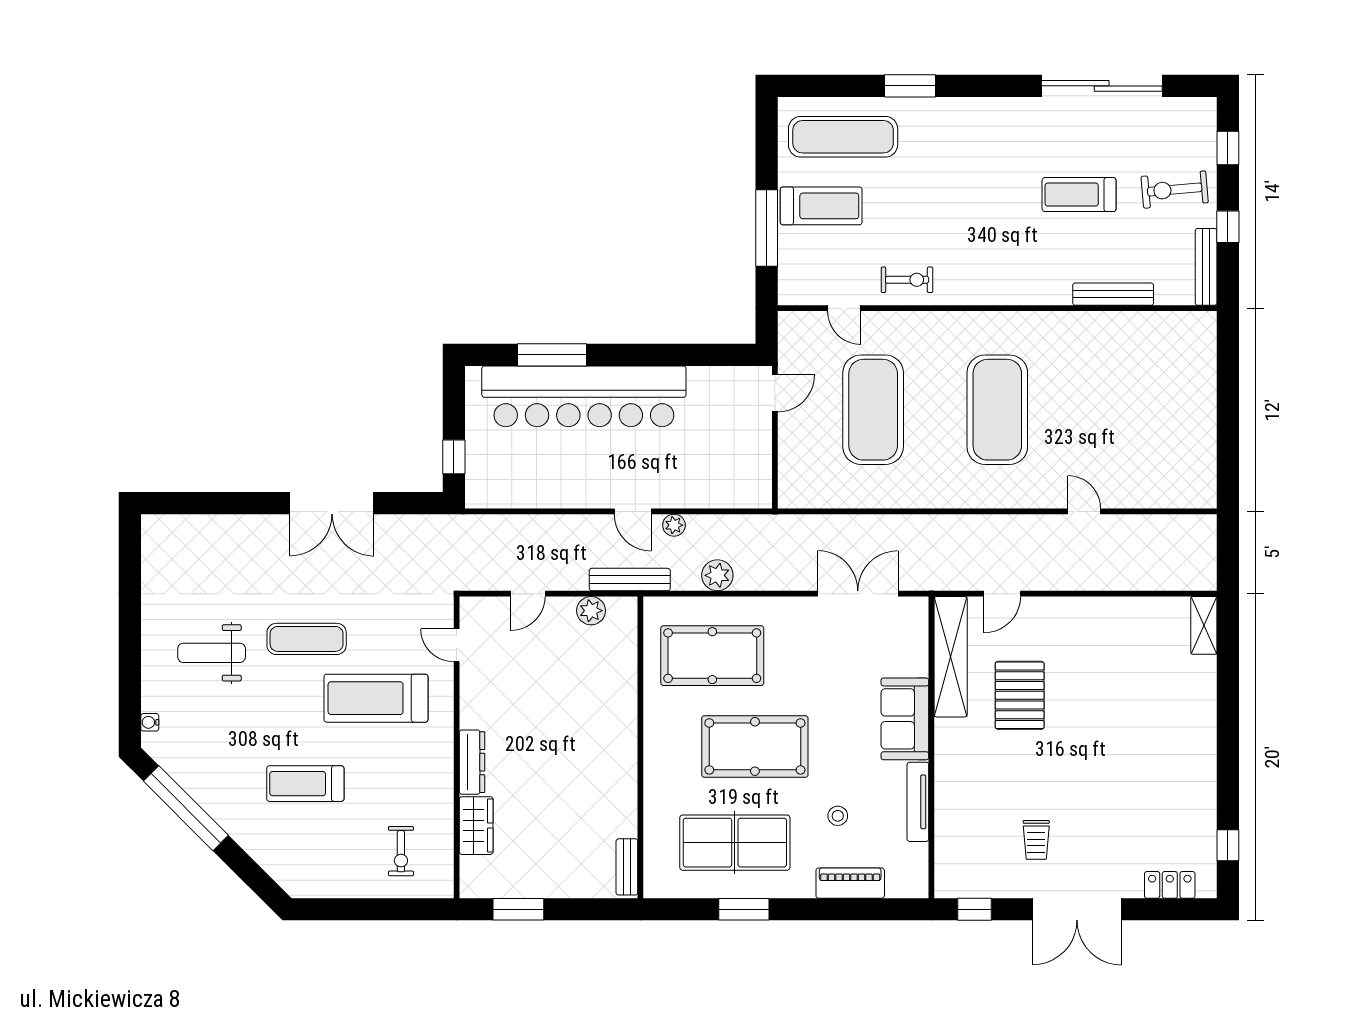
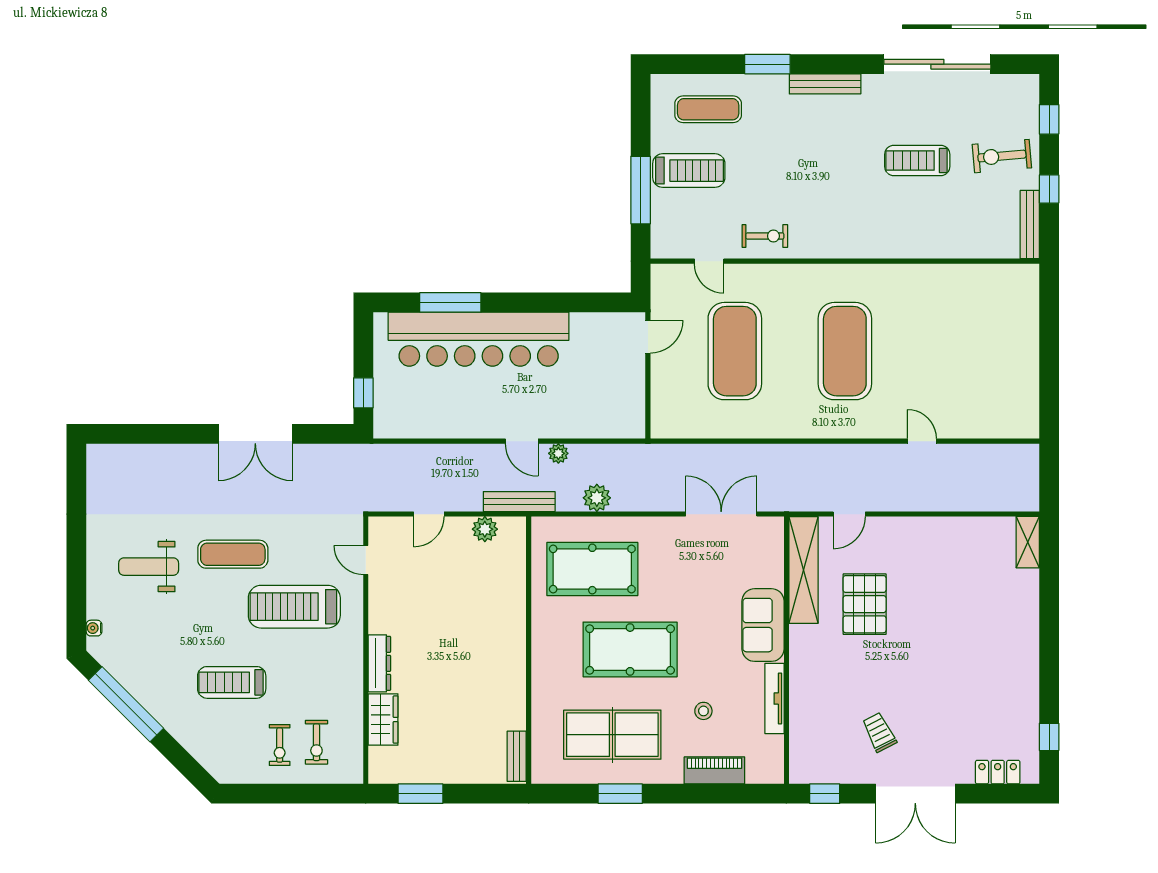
exercise mat: (843, 137) -> (708, 109), width x0.73, depth x0.69
bench: (1113, 294) -> (825, 84), moved
trolley: (1036, 840) -> (879, 732), turned 153
exercise bike: (359, 854) -> (280, 745), added

